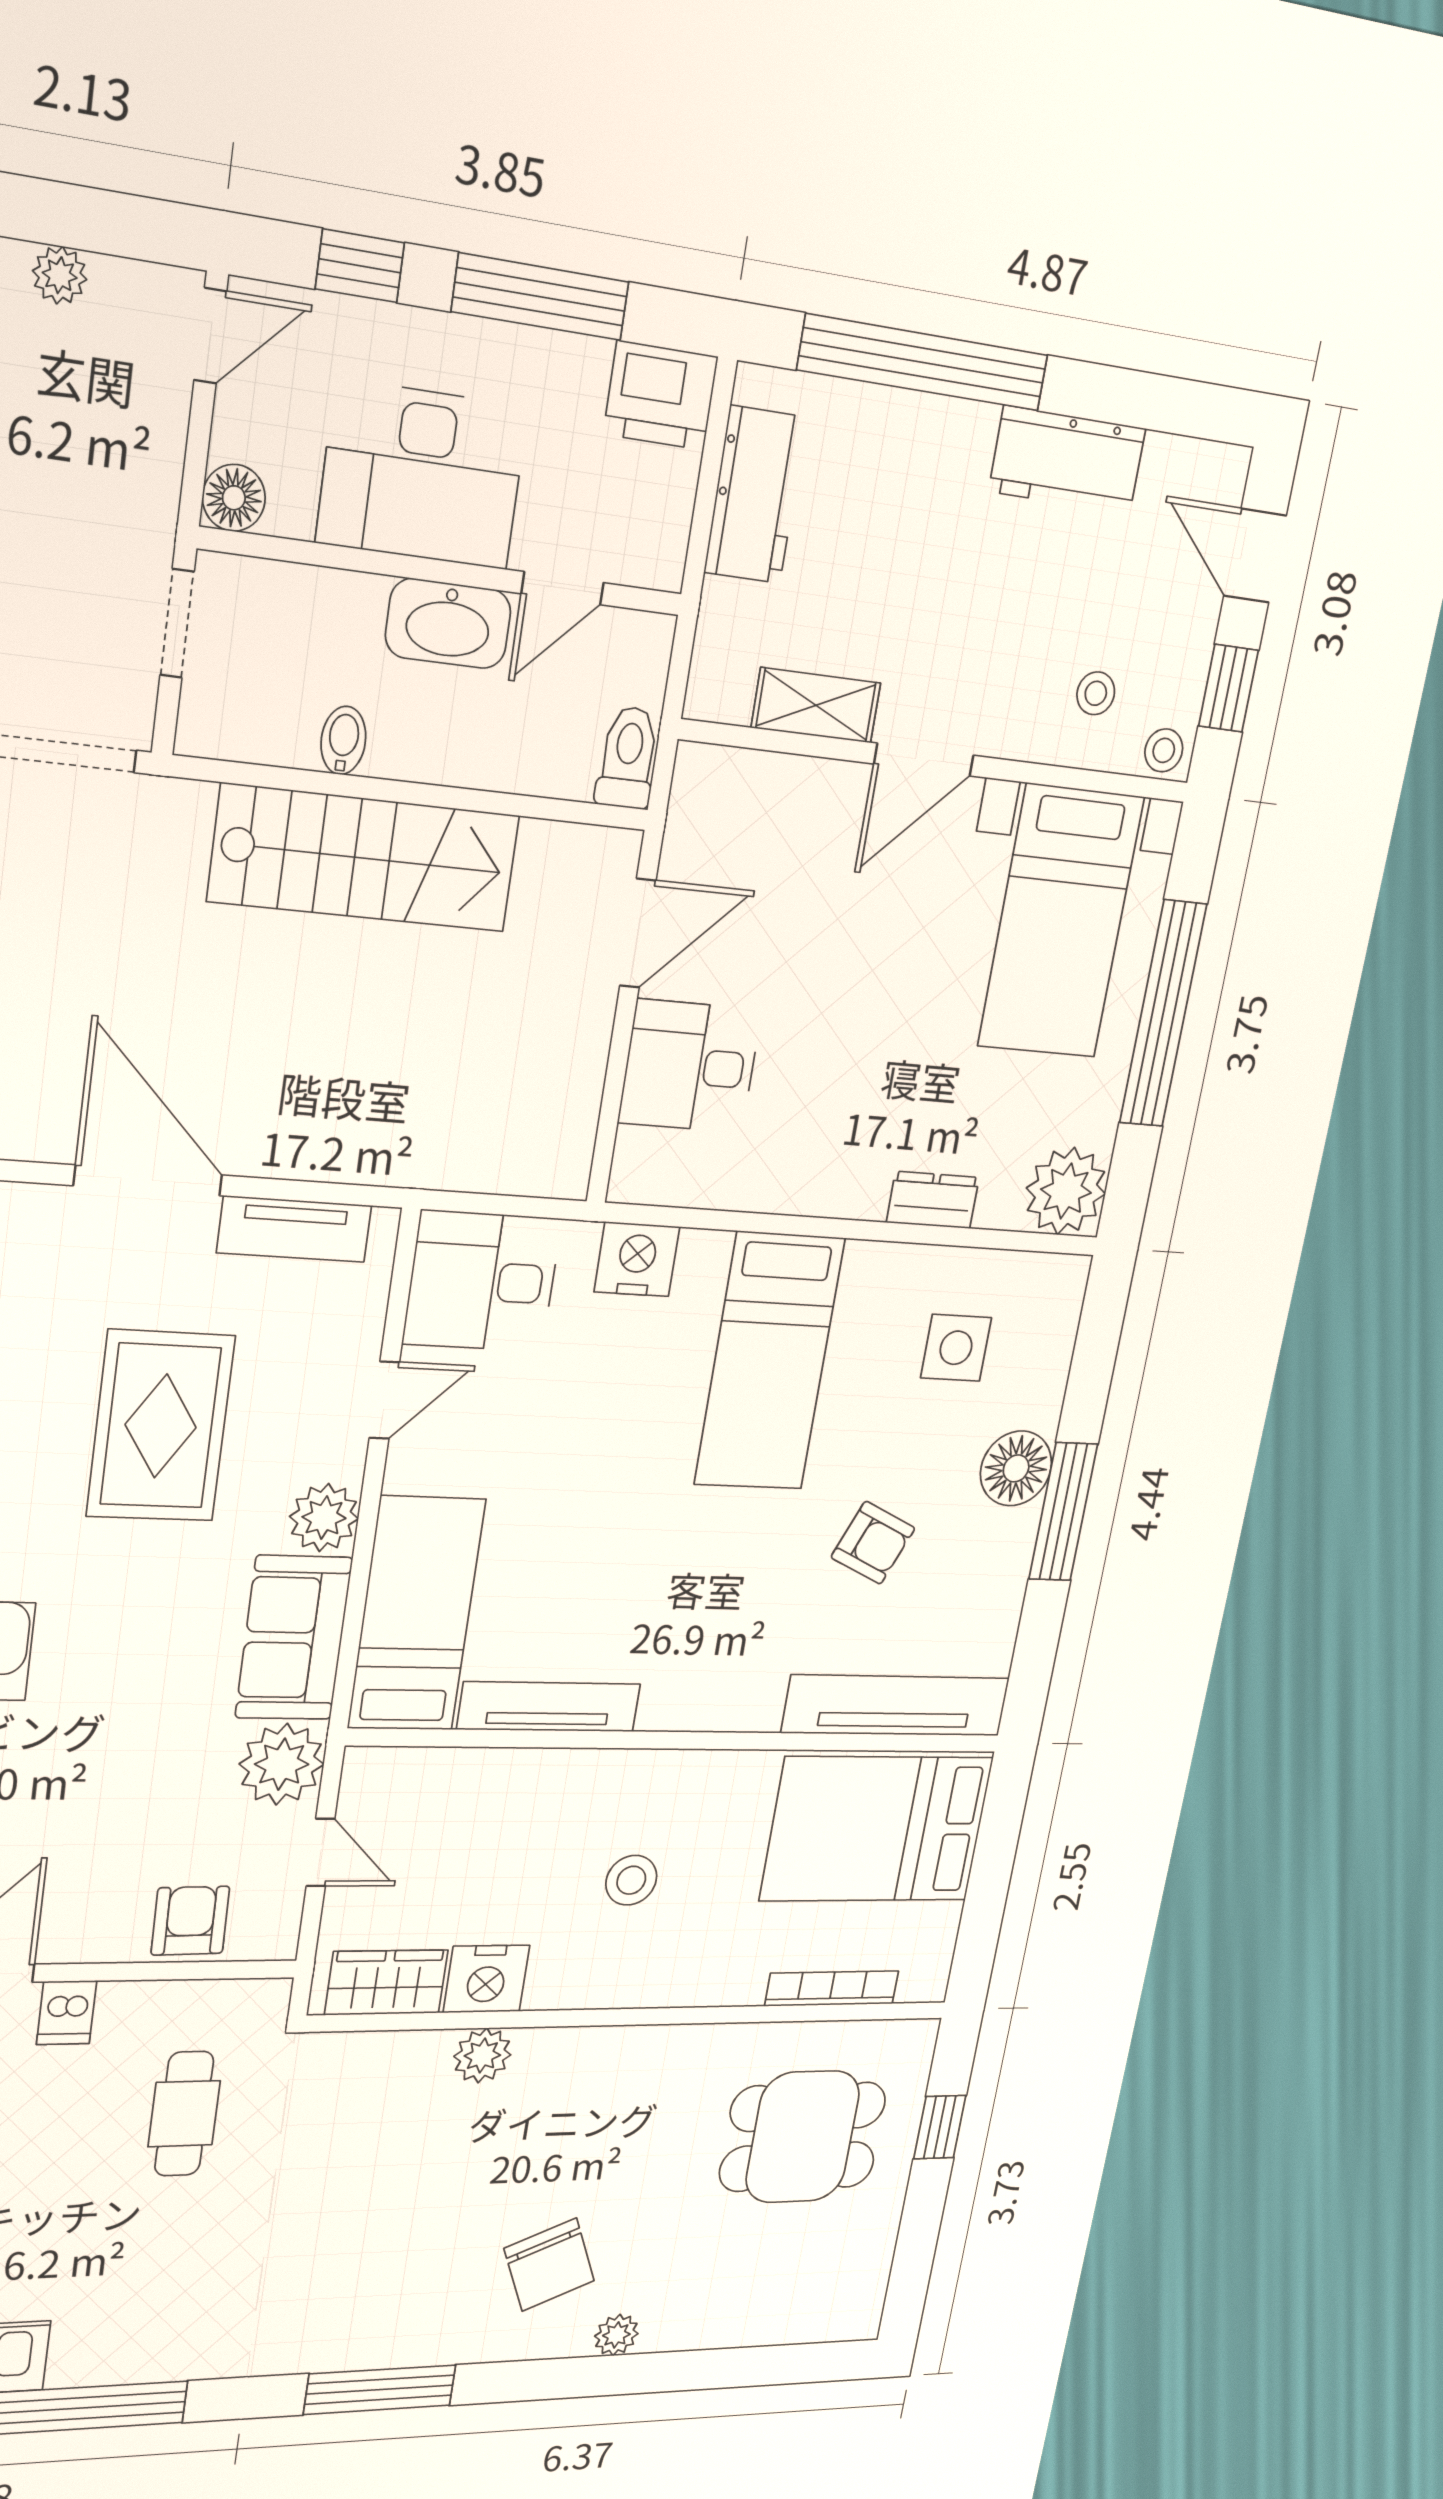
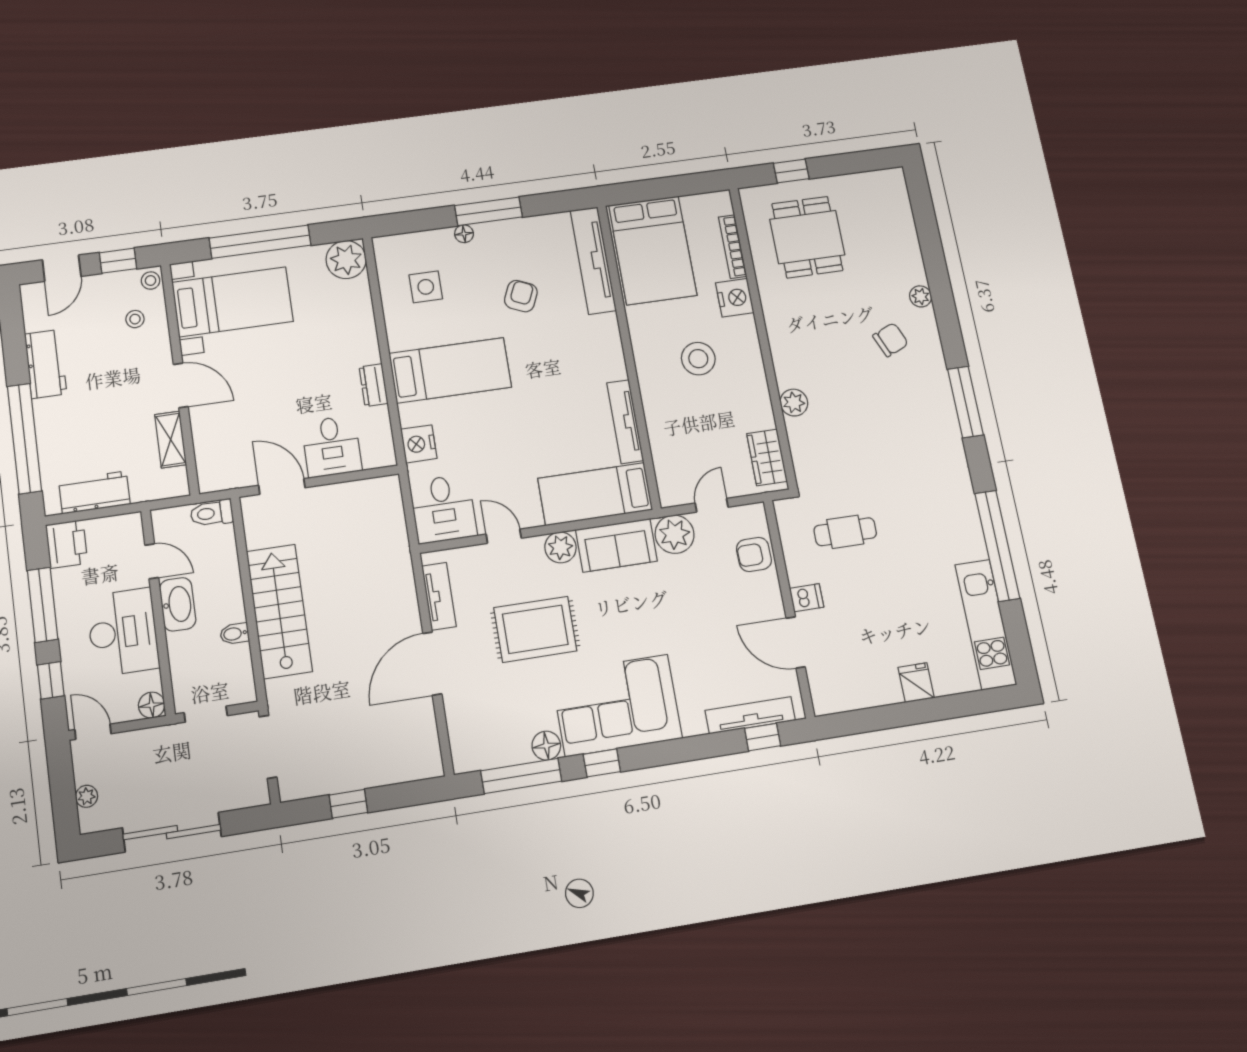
dresser: (933, 1200) -> (374, 385), moved
floor lamp: (1016, 1468) -> (464, 234), width x0.53, depth x0.53
stool: (631, 1880) -> (698, 359), width x1.38, depth x1.38
nightstand: (486, 1979) -> (735, 298), moved
chair: (549, 2265) -> (891, 340), width x0.73, depth x0.73

